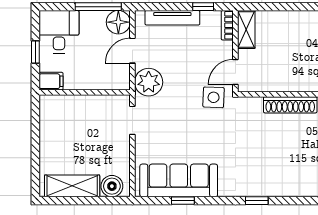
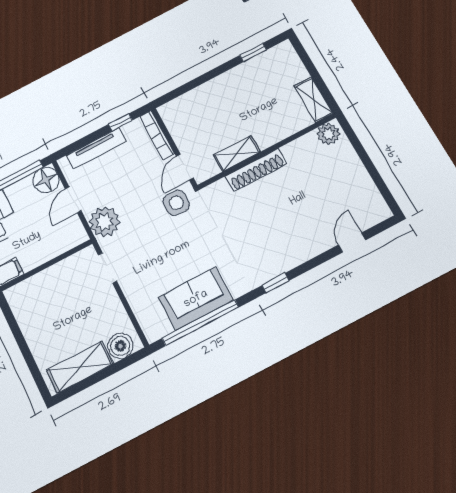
bookcase: (227, 25) -> (157, 135), width x1.56
shelving: (246, 29) -> (237, 154), moved, turned 90
sofa: (179, 180) -> (196, 299), width x0.73
window: (183, 201) -> (200, 323), width x3.17

